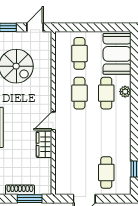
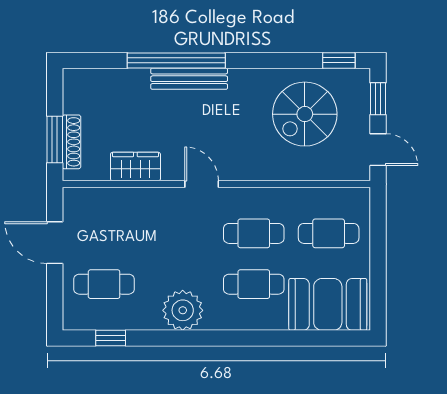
plant: (125, 92) -> (183, 310), moved, width x1.88, depth x1.88
wardrobe: (44, 144) -> (135, 167), moved
shoe rack: (20, 190) -> (71, 142), moved

